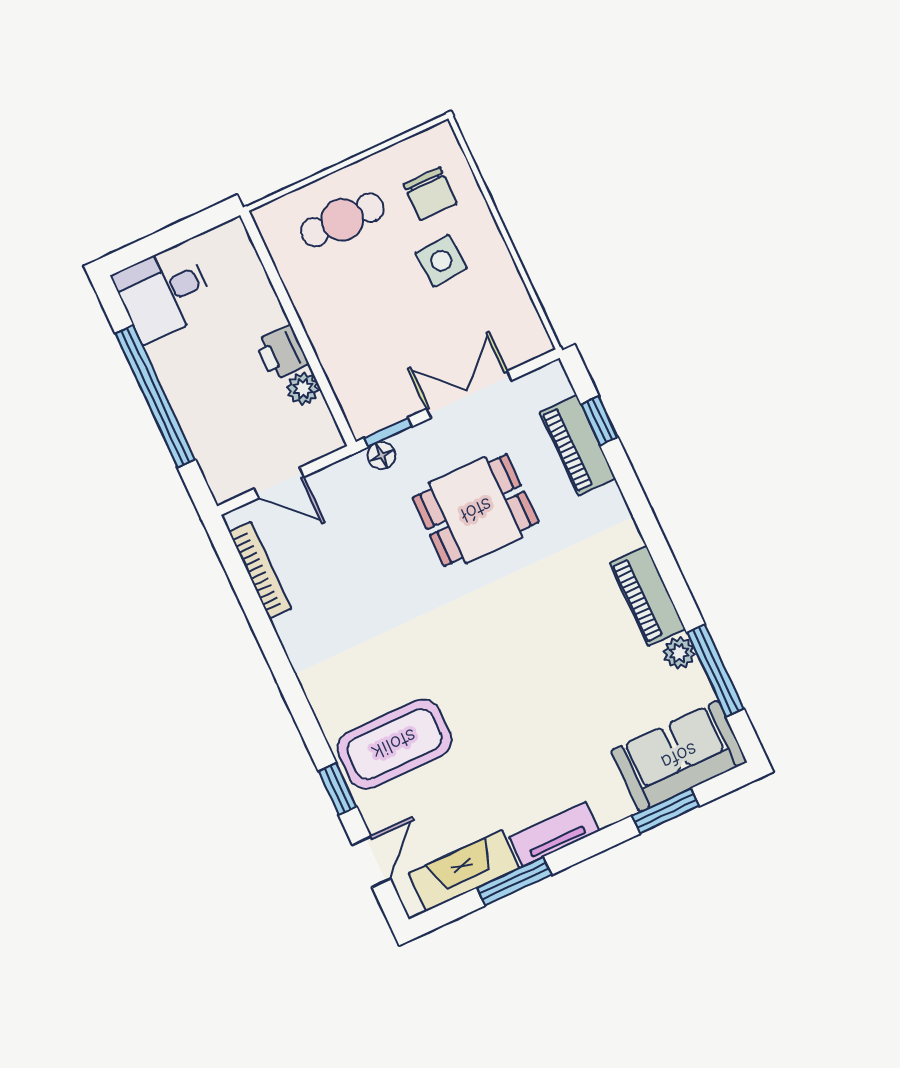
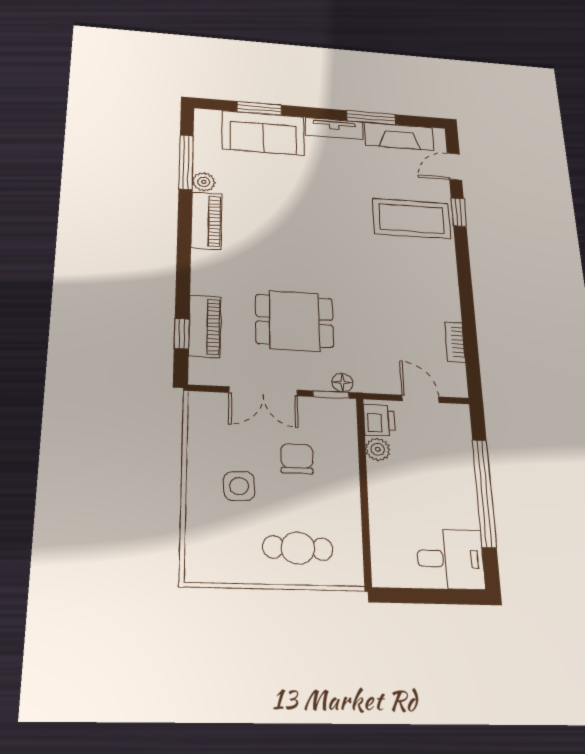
chair: (430, 194) -> (297, 459), moved
printer: (282, 353) -> (379, 420), moved
bookcase: (260, 570) -> (455, 342), width x0.64
sofa: (679, 756) -> (263, 133), moved

